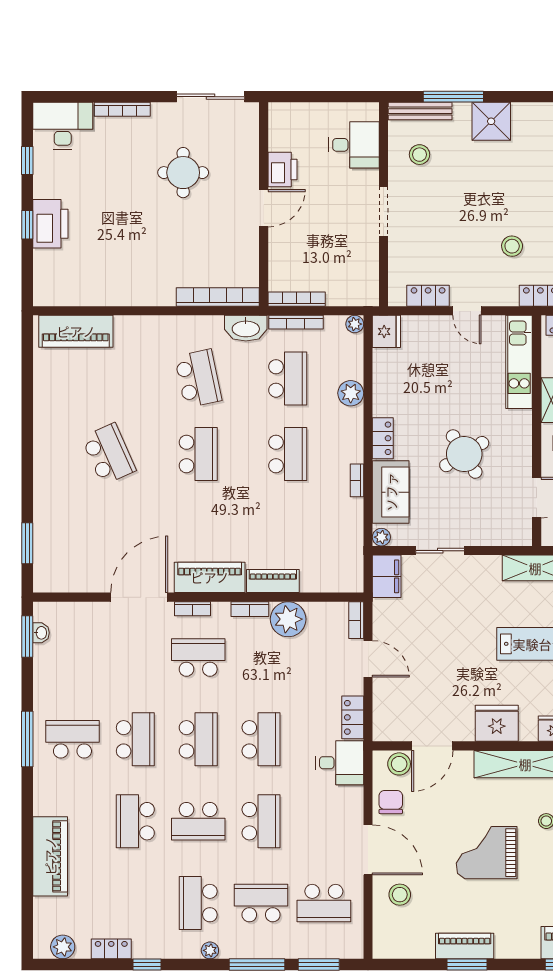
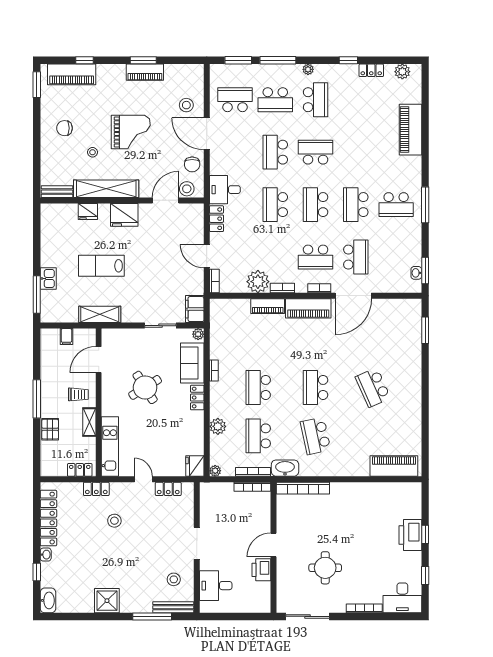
shower: (491, 121) -> (107, 601), moved
school desk: (135, 821) -> (356, 257), moved

